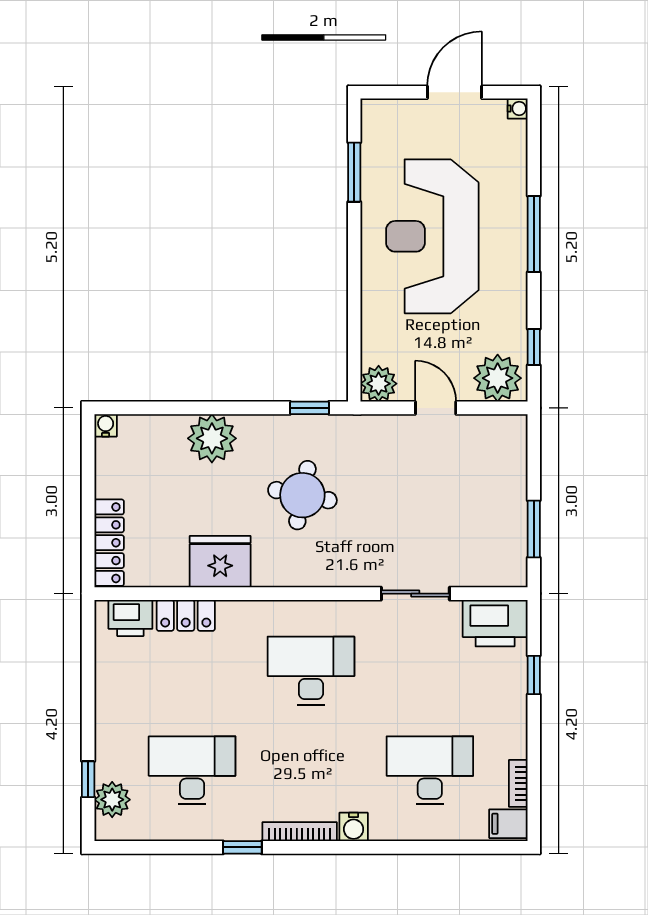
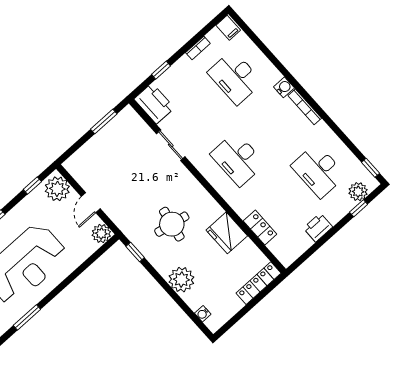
water cooler: (106, 425) -> (203, 314), moved
printer: (130, 618) -> (318, 227), moved, turned -90
bookcase: (518, 783) -> (198, 48), moved
window: (242, 847) -> (371, 168), moved

